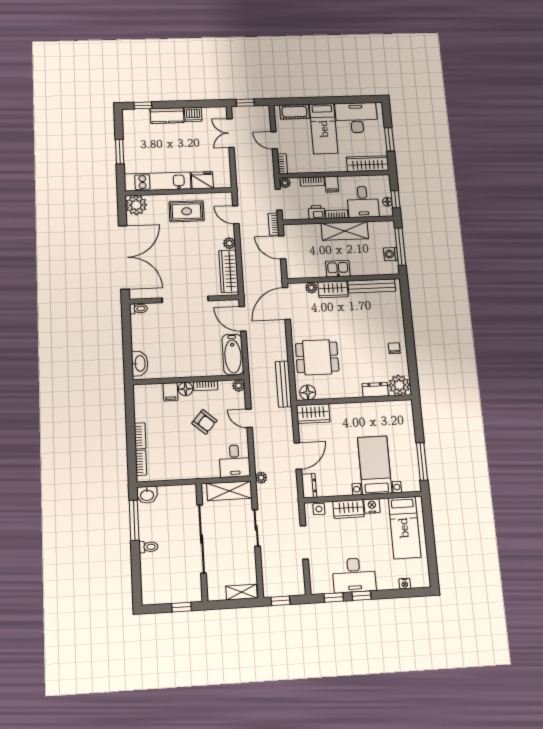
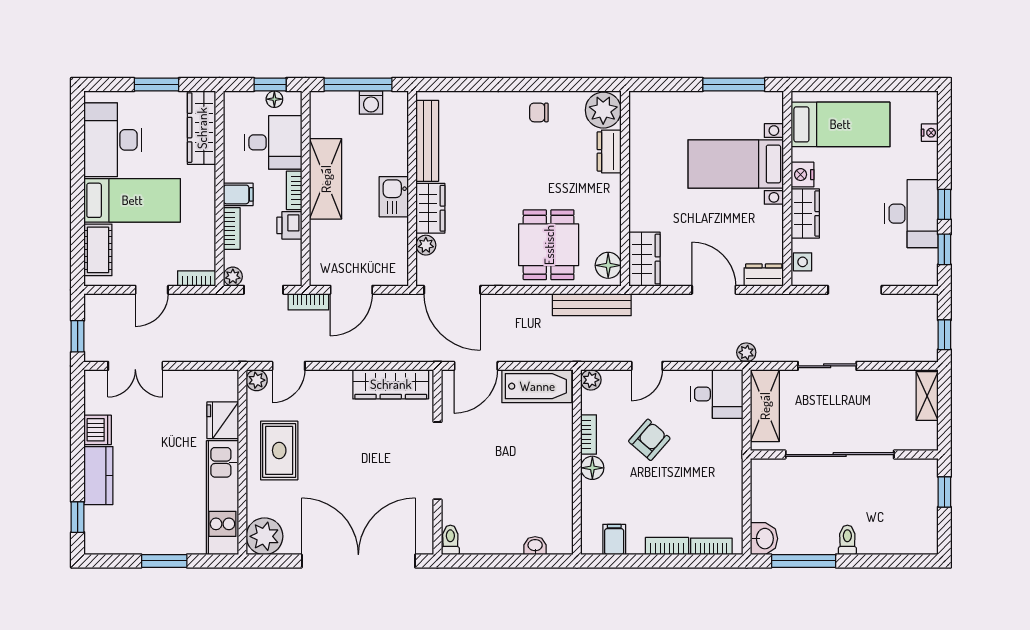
plant: (229, 243) -> (257, 380), moved
washbasin: (140, 363) -> (535, 546), width x0.52, depth x0.69
filing cabinet: (171, 392) -> (614, 539), moved, turned -90

